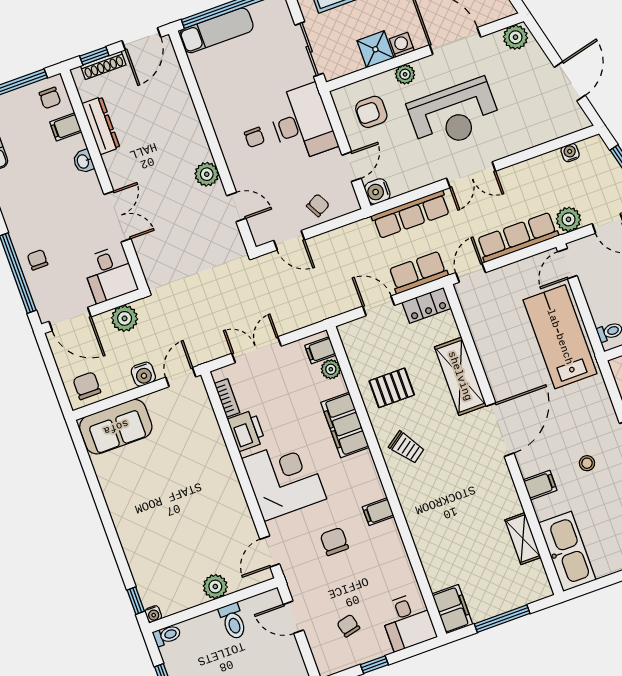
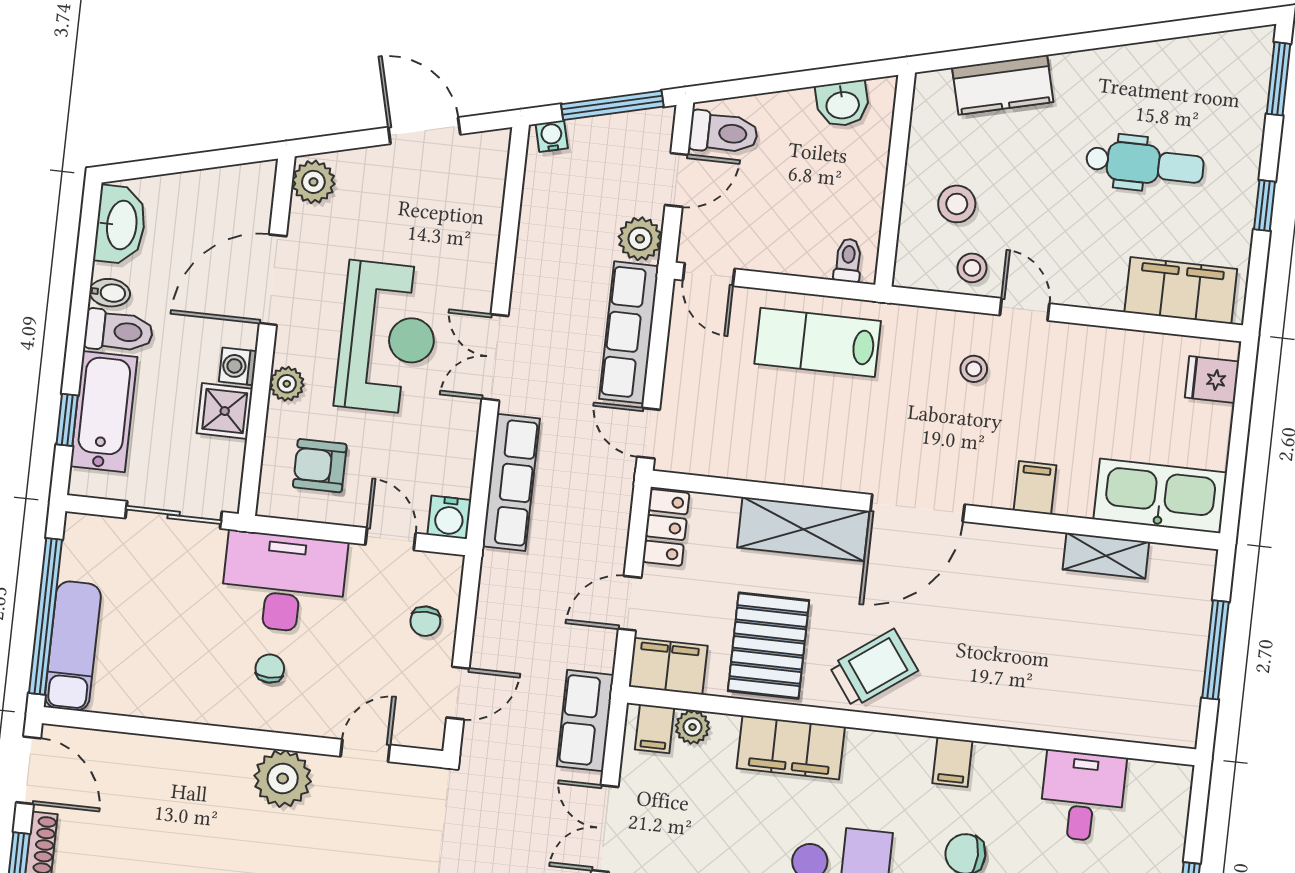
armchair: (371, 112) -> (320, 466), turned 90
chair: (254, 137) -> (270, 669), turned -90
water cooler: (570, 153) -> (552, 136), moved, turned 76
plant: (207, 174) -> (283, 779), width x1.36, depth x1.36
double door: (471, 175) -> (495, 357), swing flipped
chair: (318, 205) -> (425, 621), turned -152
row of seats: (418, 273) -> (585, 721), moved
lab bench: (560, 337) -> (818, 342), width x0.73, depth x0.72
pallet: (392, 388) -> (769, 646), width x1.50, depth x1.42
door: (500, 430) -> (917, 508), swing flipped
trolley: (407, 447) -> (873, 668), width x1.36, depth x1.39
stool: (587, 463) -> (974, 369), moved
filing cabinet: (452, 609) -> (668, 666), moved
desk: (408, 621) -> (1083, 796), moved, turned -90

